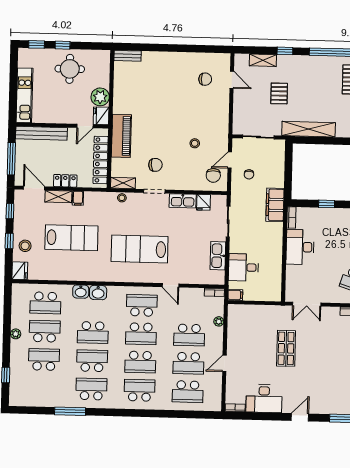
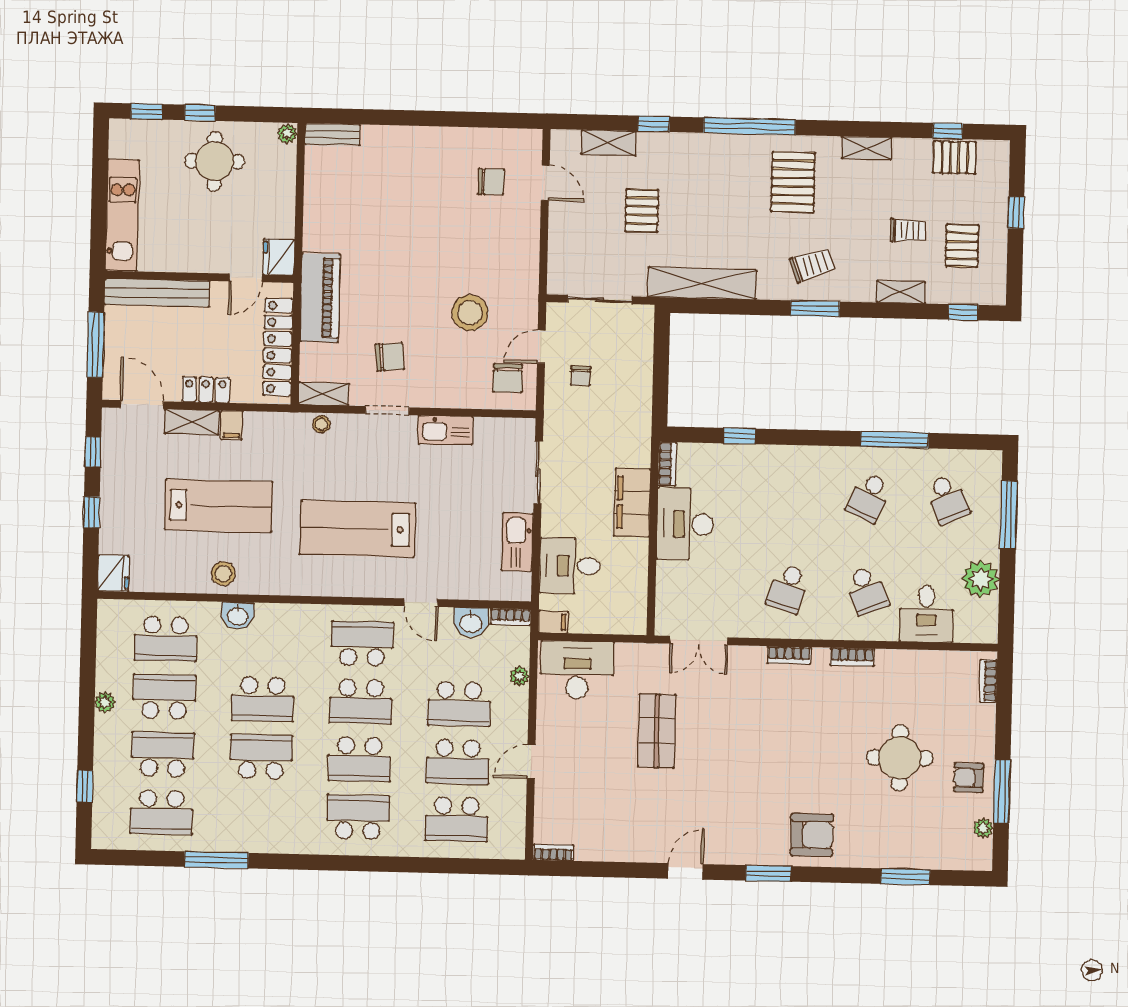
plant: (100, 97) -> (287, 134), moved, width x0.53, depth x0.53
stool: (195, 143) -> (470, 313), width x1.89, depth x1.89
fridge: (204, 202) -> (488, 433), removed
filing cabinet: (275, 205) -> (632, 503), moved
stool: (25, 246) -> (223, 574), moved
washbasin: (98, 293) -> (471, 622), moved
school desk: (91, 389) -> (161, 812), moved, turned 180
desk: (264, 398) -> (577, 670), moved, turned 180

